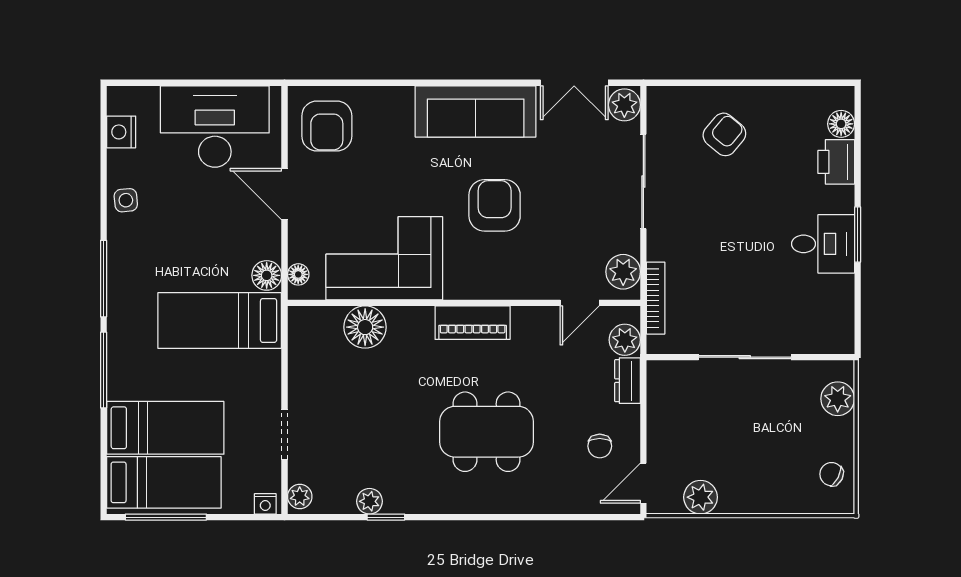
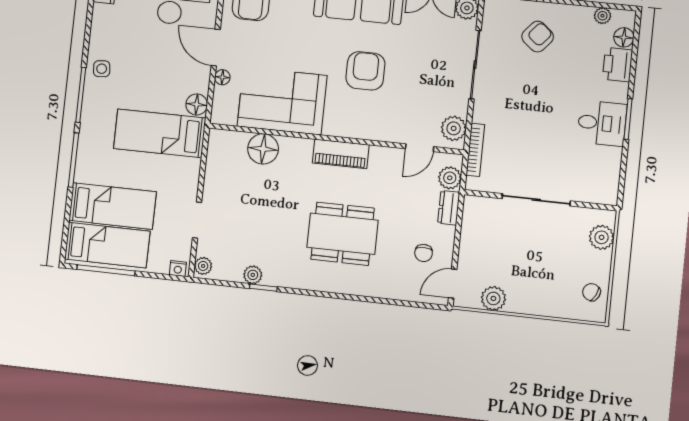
plant: (809, 97) -> (602, 16), added
side table: (126, 200) -> (102, 69), moved
floor lamp: (298, 274) -> (222, 77), moved

